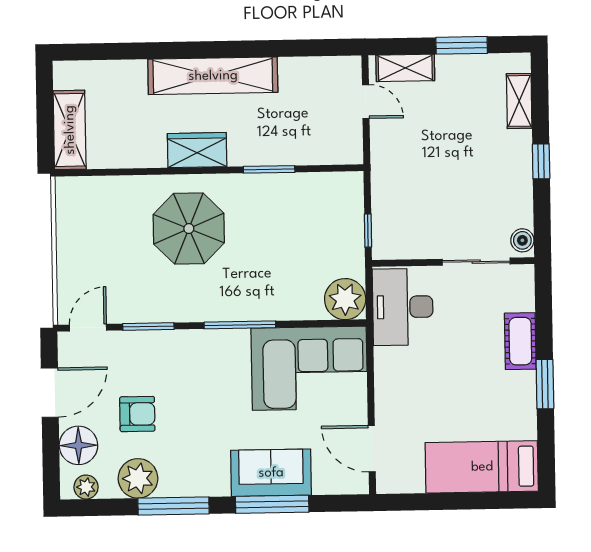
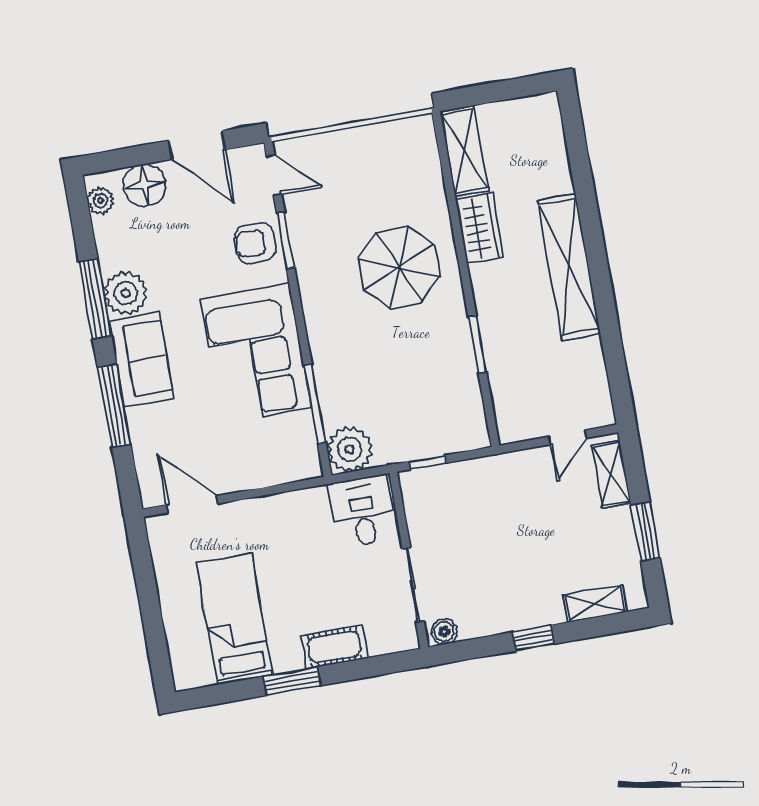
shelving: (70, 130) -> (464, 151), moved, turned 90
wardrobe: (197, 150) -> (479, 228), moved
desk: (403, 307) -> (362, 511), width x0.73
window: (240, 325) -> (315, 404), moved
corner sofa: (309, 368) -> (256, 354), moved
armchair: (137, 414) -> (255, 243), moved, turned 90
door: (372, 449) -> (192, 504), hinge flipped
bed: (482, 467) -> (235, 619), moved
sofa: (271, 473) -> (141, 360), moved
plant: (138, 478) -> (126, 293), moved

